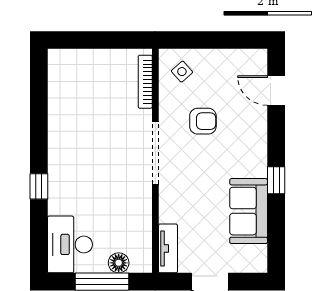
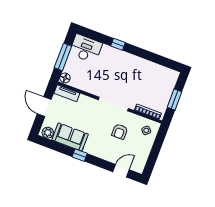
window: (103, 40) -> (175, 100), added
plant: (256, 257) -> (48, 133), added
floor lamp: (119, 263) -> (65, 78), moved

